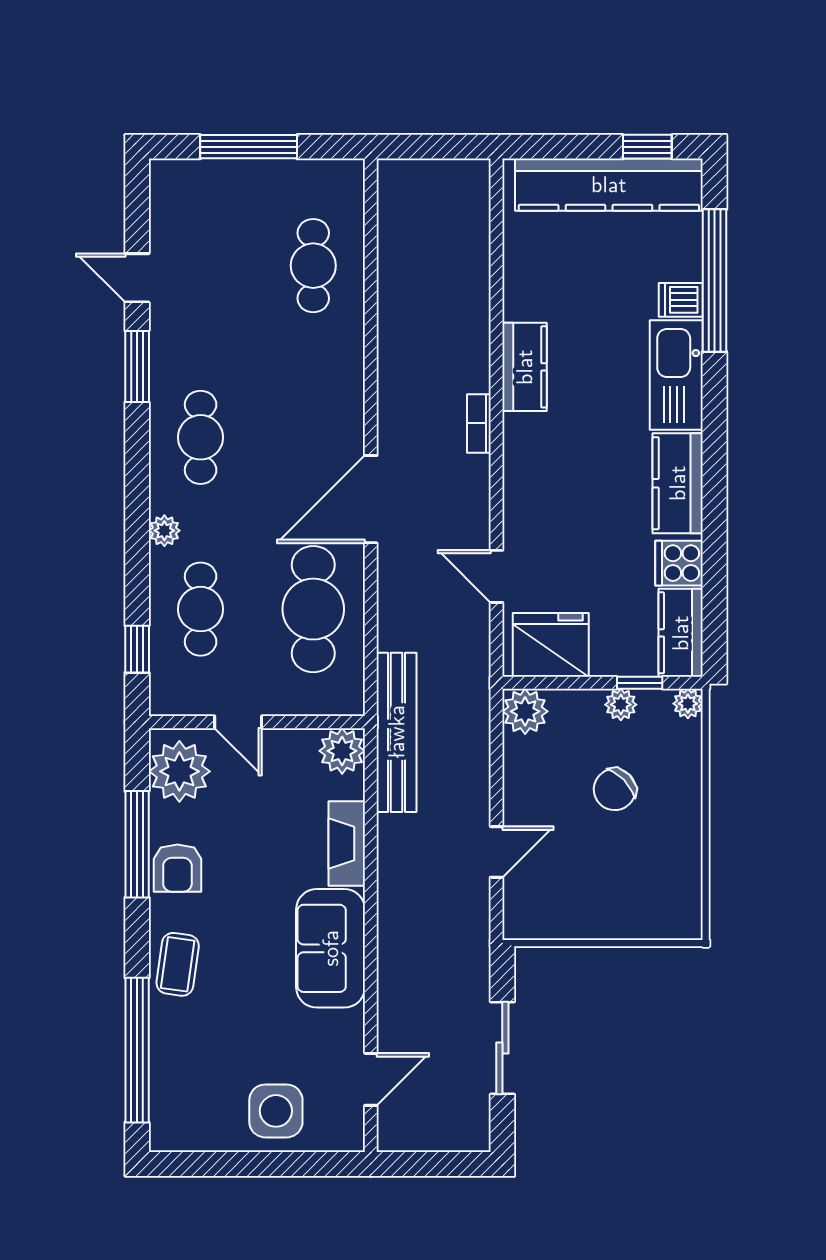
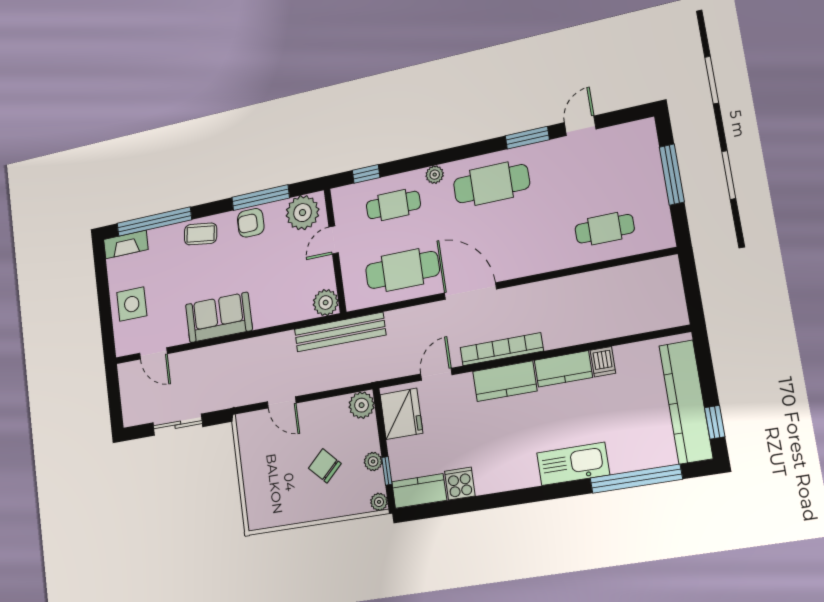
dishwasher: (681, 300) -> (603, 362), moved, turned 180
bookcase: (479, 423) -> (502, 349), width x2.31, depth x1.31
cafe table: (201, 437) -> (491, 184), width x1.37, depth x1.35
kitchen counter: (678, 483) -> (505, 381), moved, turned 180
fireplace: (347, 844) -> (126, 244), moved, turned 180

